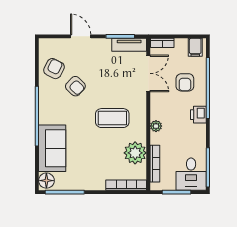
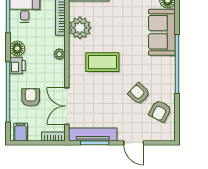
tv unit: (129, 45) -> (93, 135), width x1.41
floor lamp: (199, 132) -> (17, 49), added

